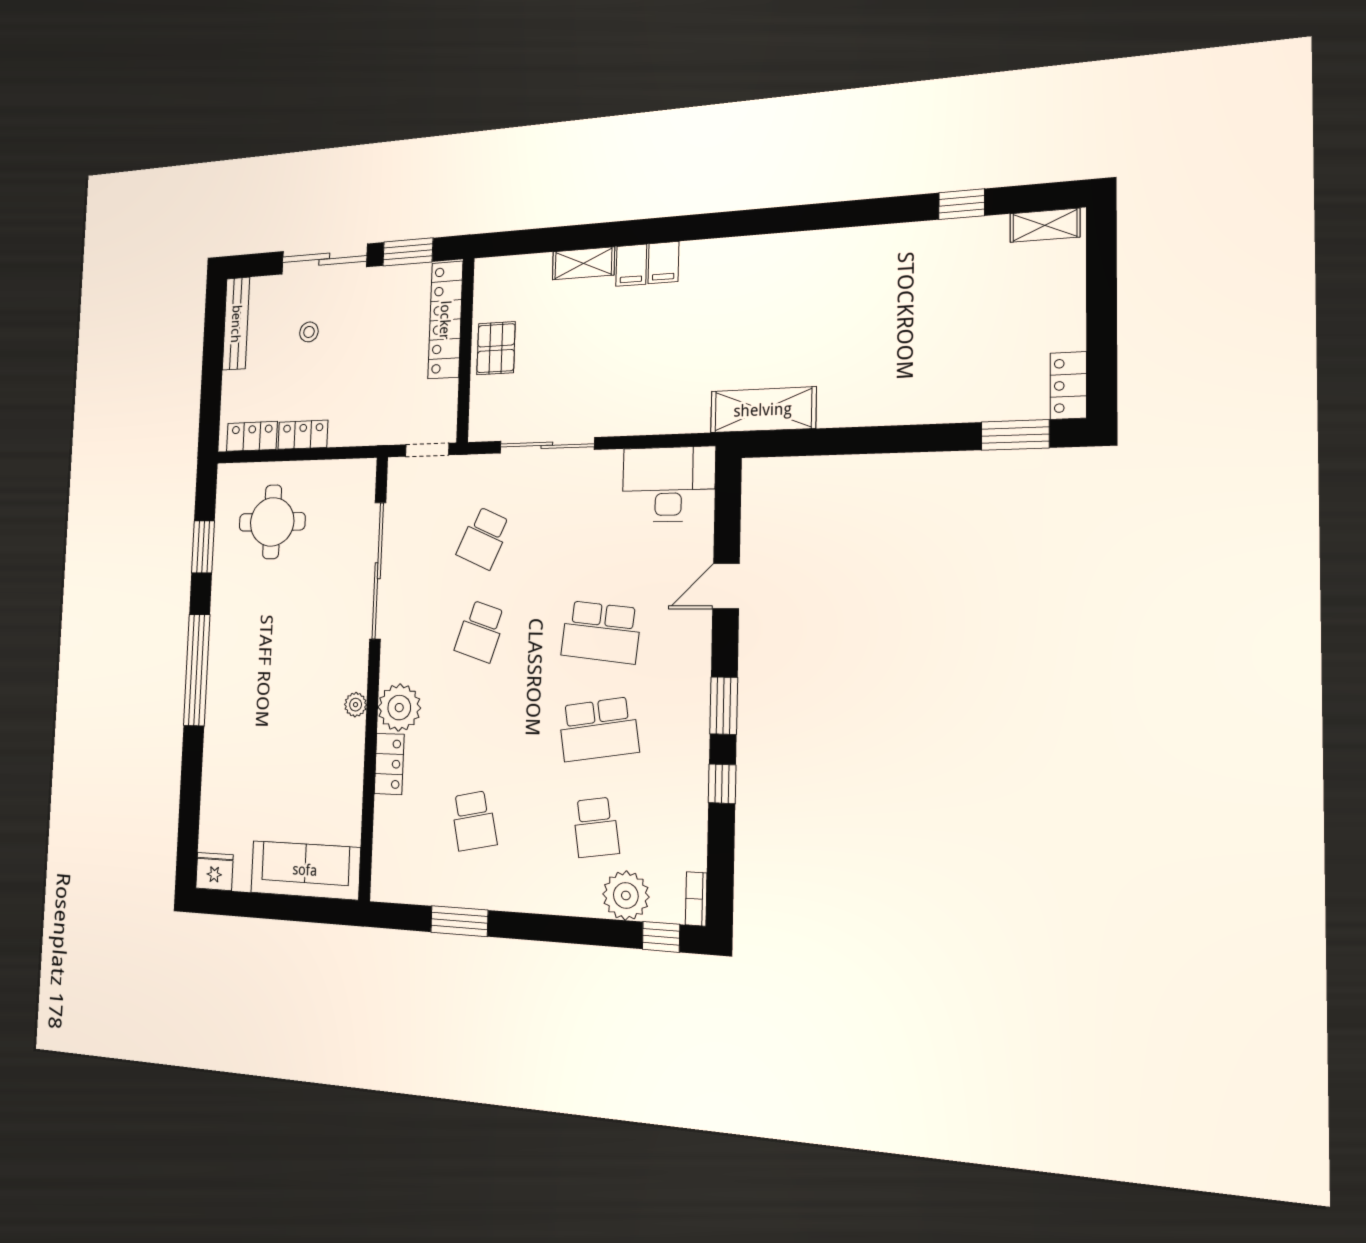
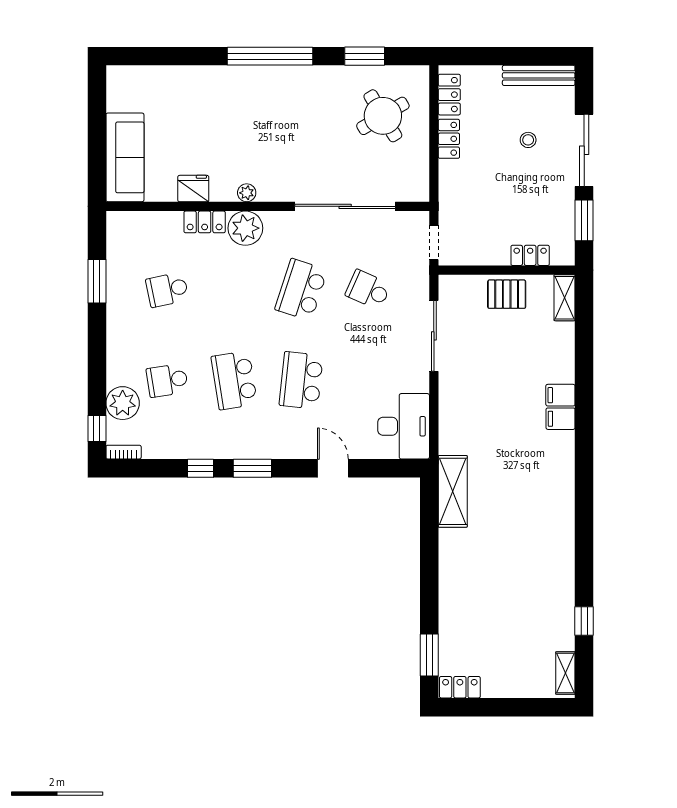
shelving: (583, 263) -> (565, 298), moved
locker: (445, 320) -> (530, 255), width x0.46, depth x0.83
round table: (272, 522) -> (383, 116), turned -31
school desk: (480, 631) -> (301, 290), width x1.85
fridge: (214, 872) -> (193, 189), moved, turned -90

